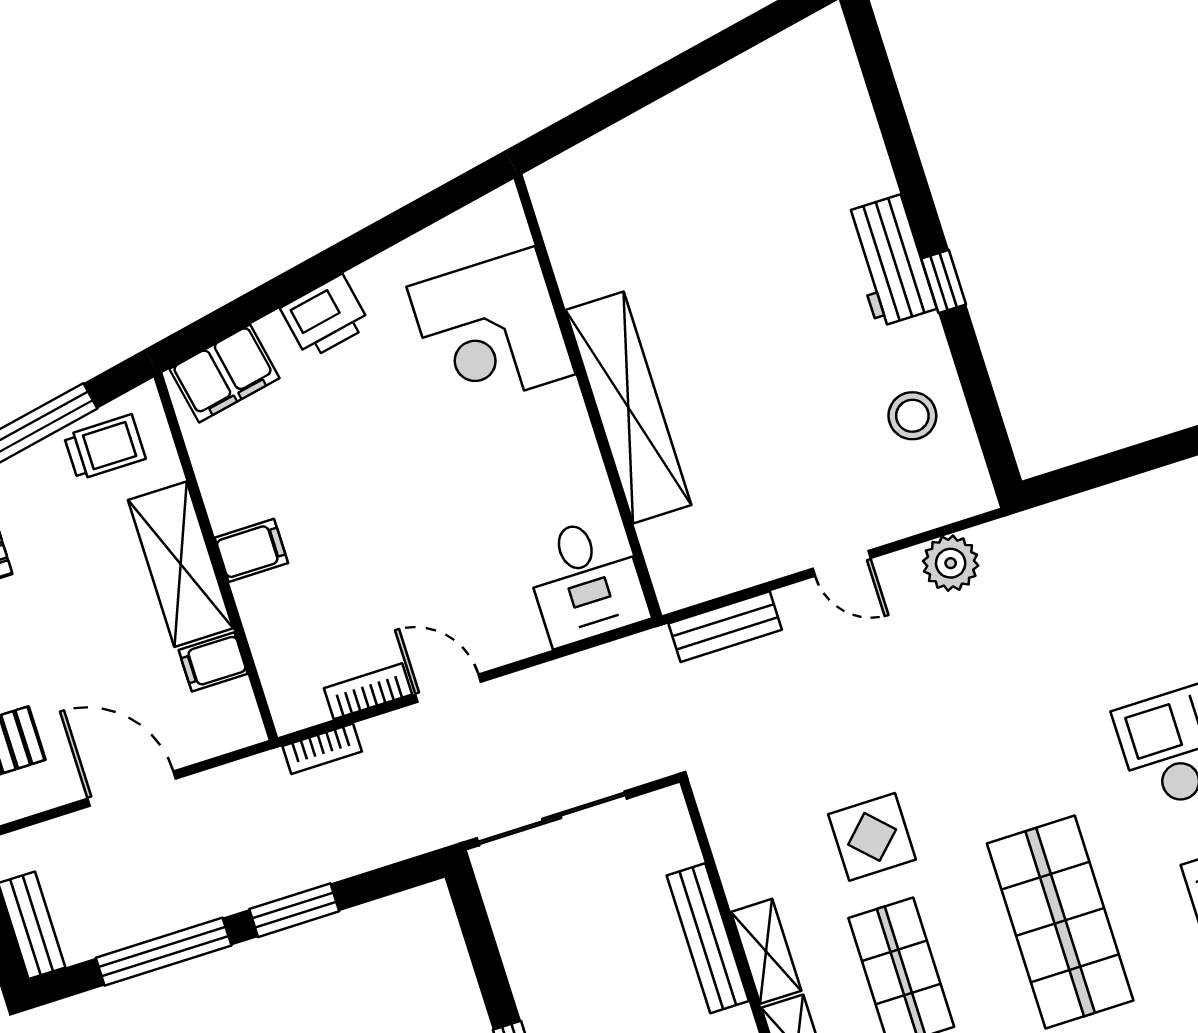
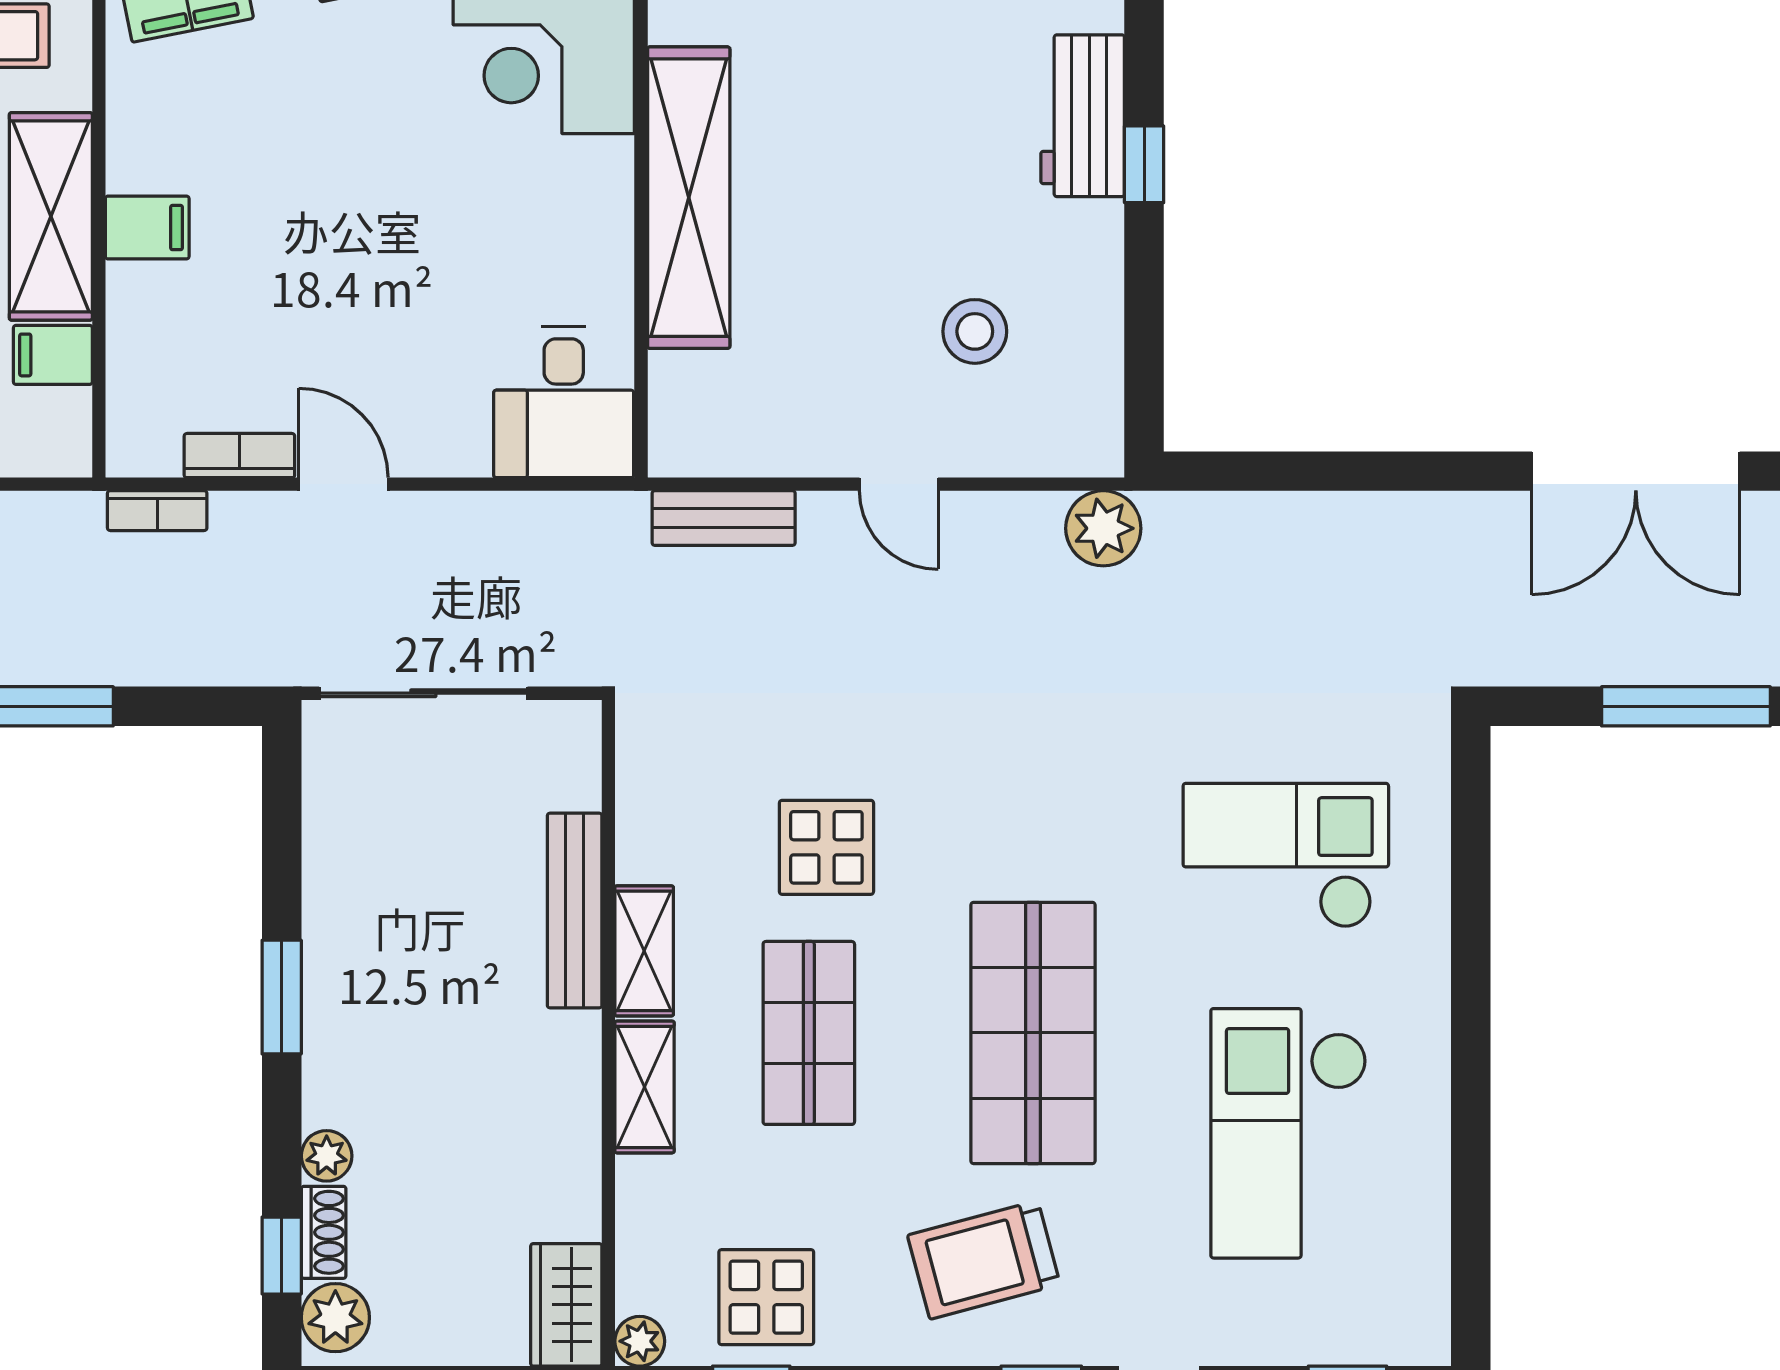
stool: (912, 416) -> (975, 331), moved
plant: (951, 563) -> (1103, 528), moved

